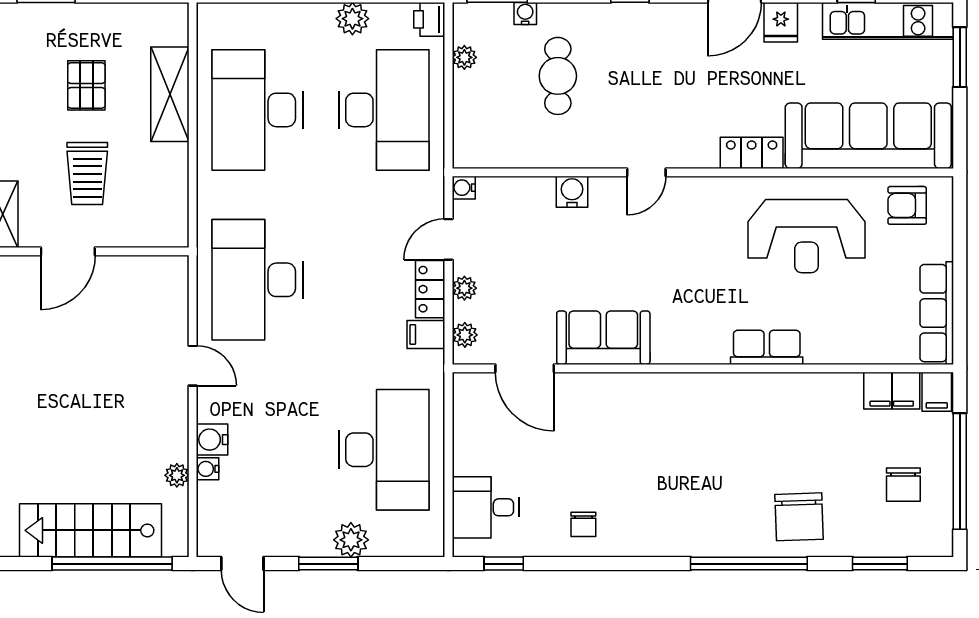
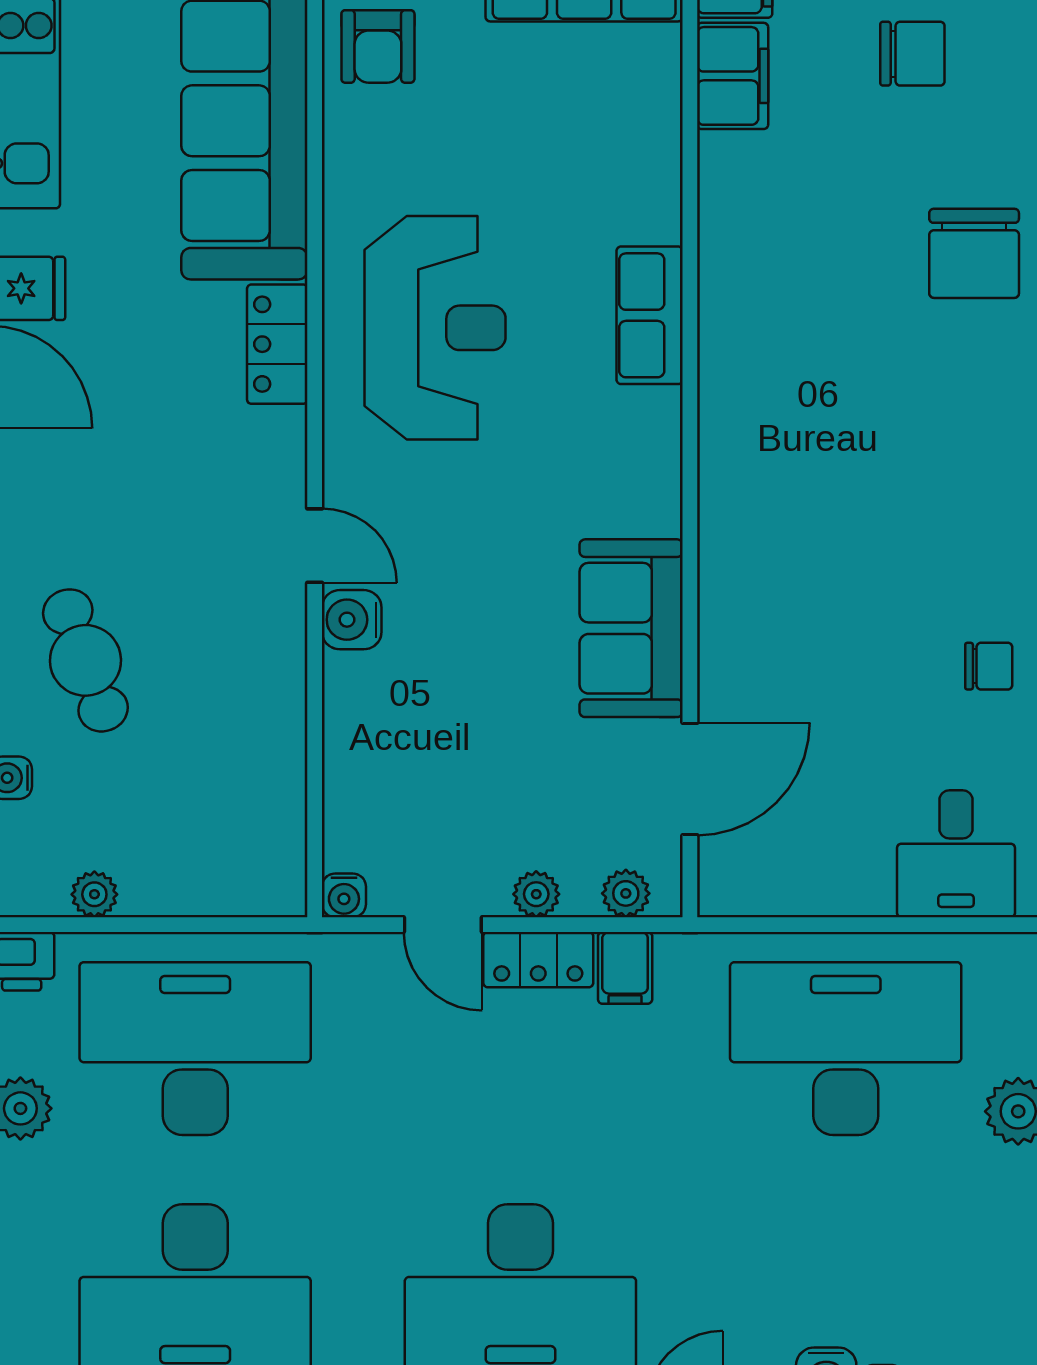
cafe table: (558, 76) -> (85, 660), moved, turned 70
water cooler: (572, 192) -> (352, 620), moved
reception desk: (806, 236) -> (435, 328), moved
chair: (799, 517) -> (974, 253), turned 92

